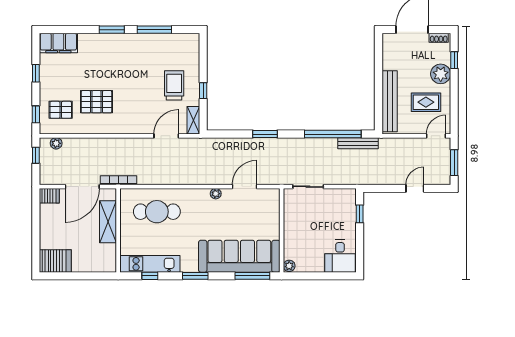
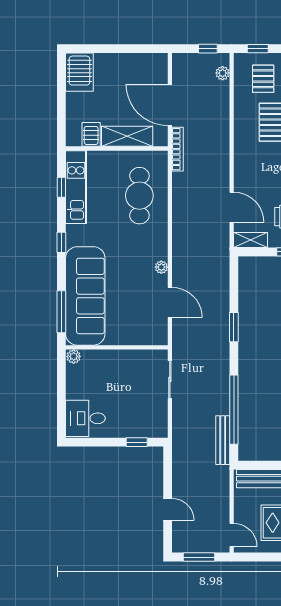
server rack: (49, 196) -> (91, 134), moved, turned 180
window: (195, 276) -> (61, 242), width x0.67

